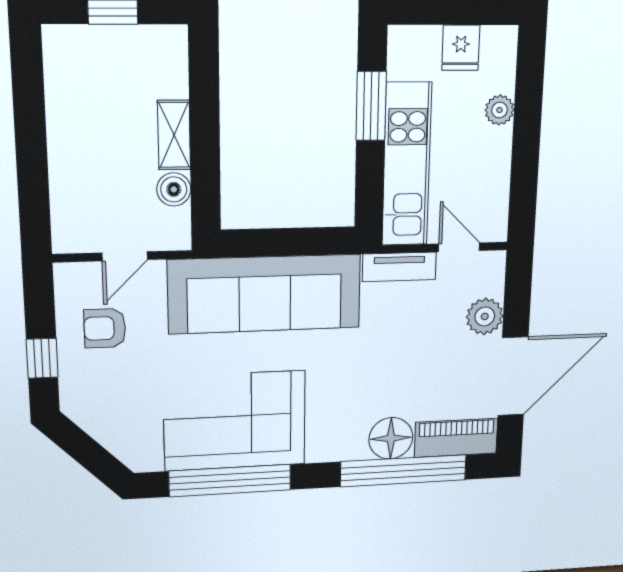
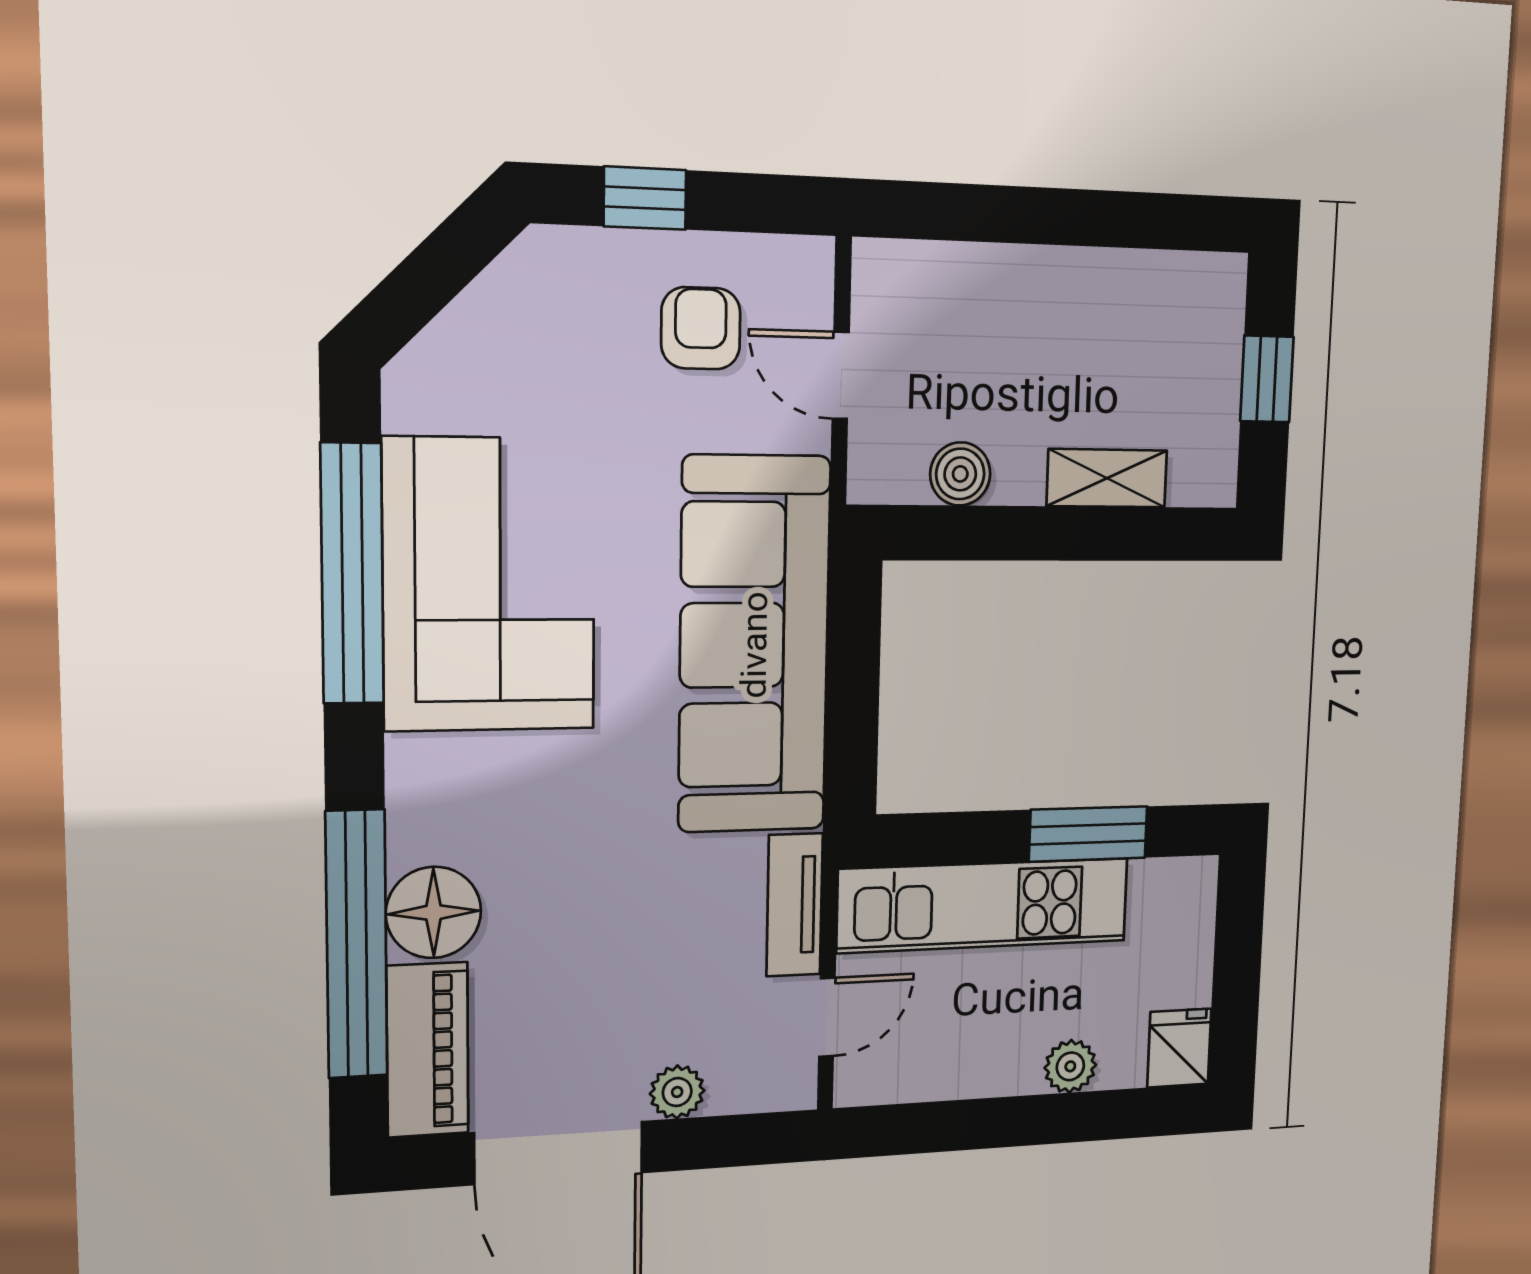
fridge: (461, 48) -> (1179, 1048), moved, turned 90
shelving: (174, 135) -> (1107, 478), moved
plant: (485, 316) -> (677, 1092), width x0.73, depth x0.73

